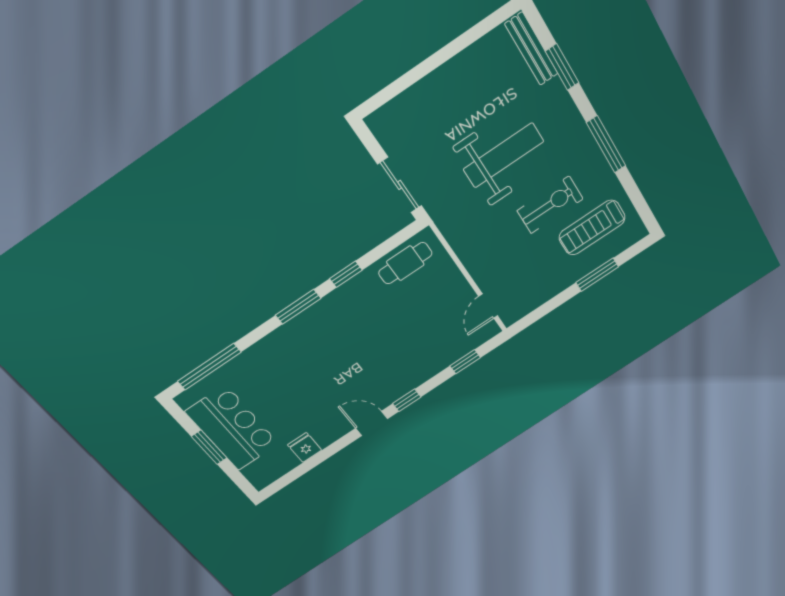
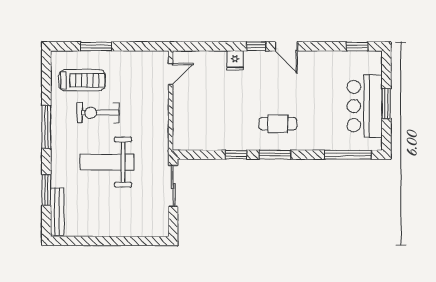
cafe table: (405, 263) -> (278, 124), moved
window: (465, 362) -> (357, 46), moved
fridge: (305, 448) -> (235, 60), moved

